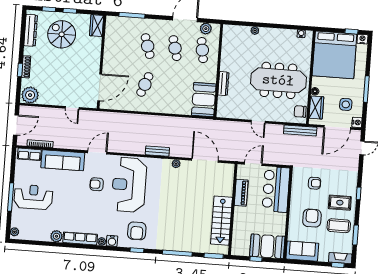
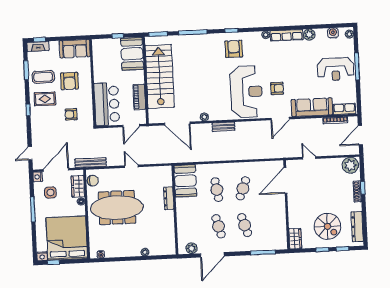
cafe table: (202, 50) -> (217, 190), moved
stairs: (221, 221) -> (160, 76), width x1.36, depth x1.51
water cooler: (112, 241) -> (333, 33), moved
booth: (267, 246) -> (132, 54), moved, turned 90

